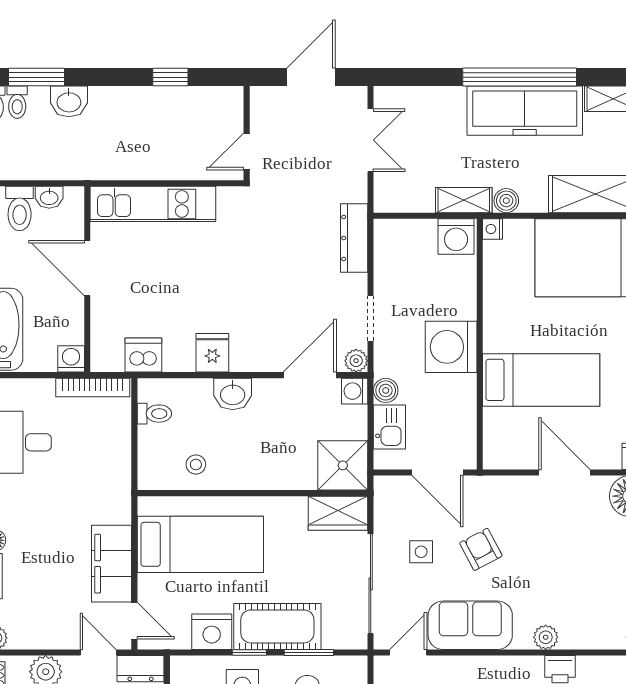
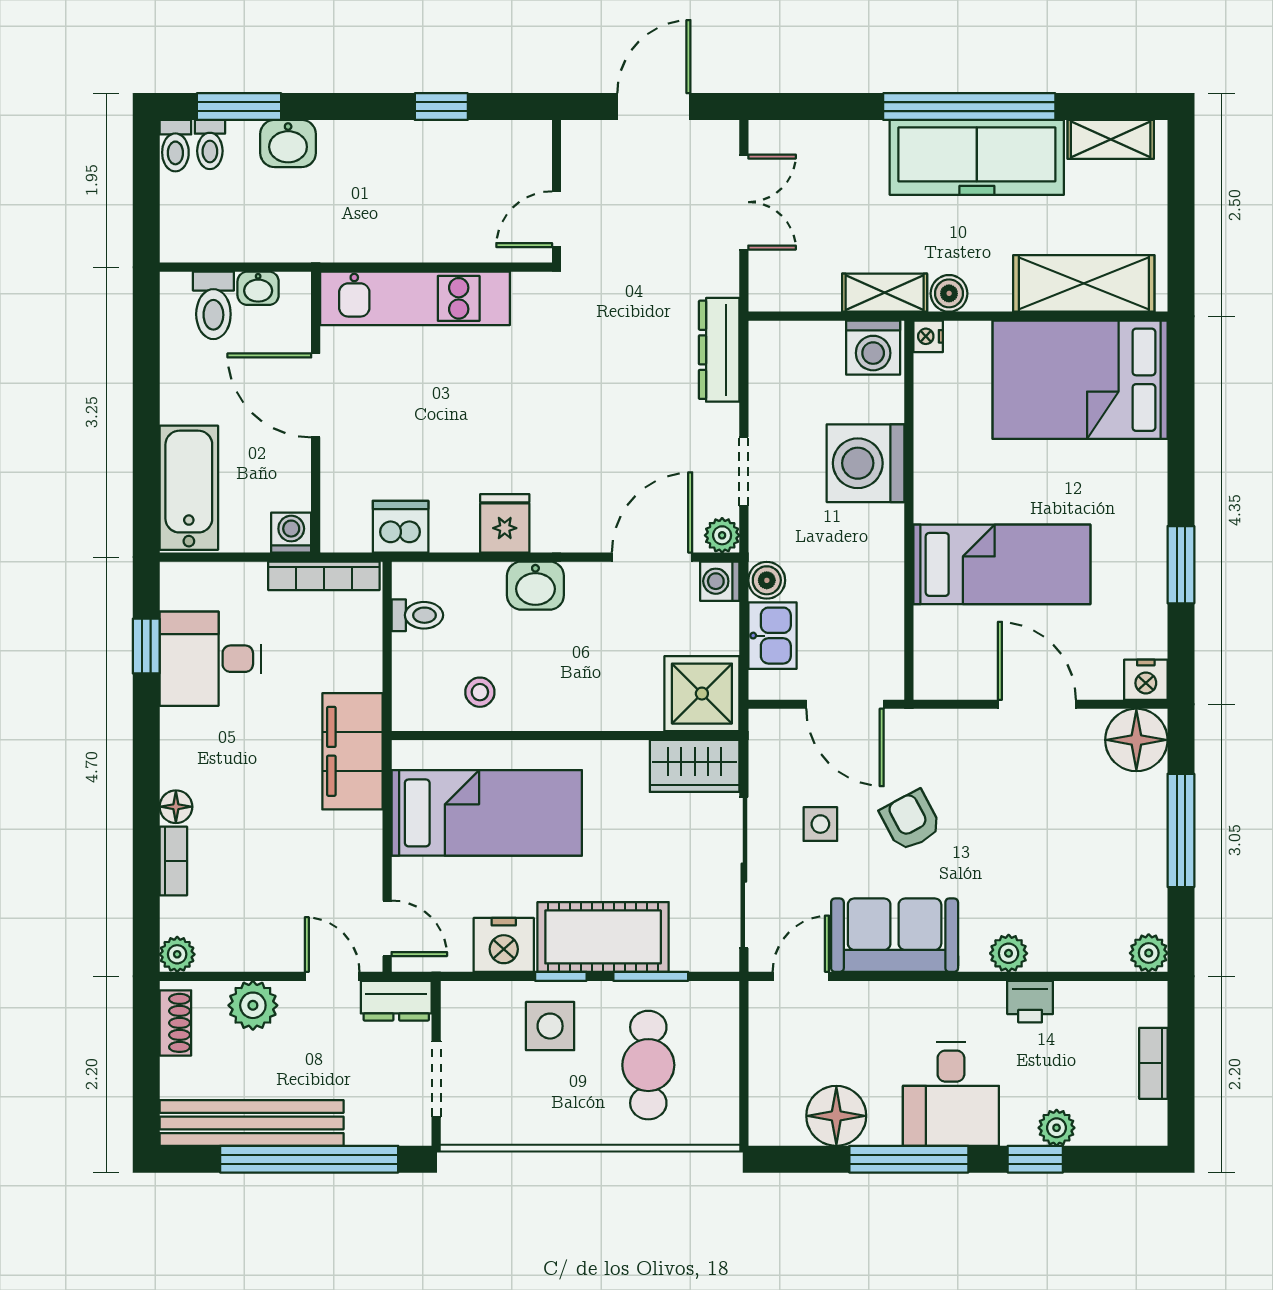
washing machine: (451, 347) -> (866, 463), moved
filing cabinet: (112, 564) -> (352, 751), moved

